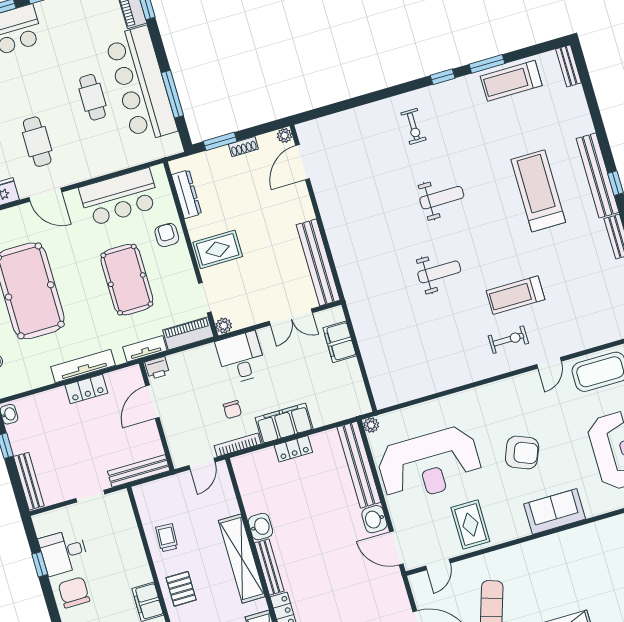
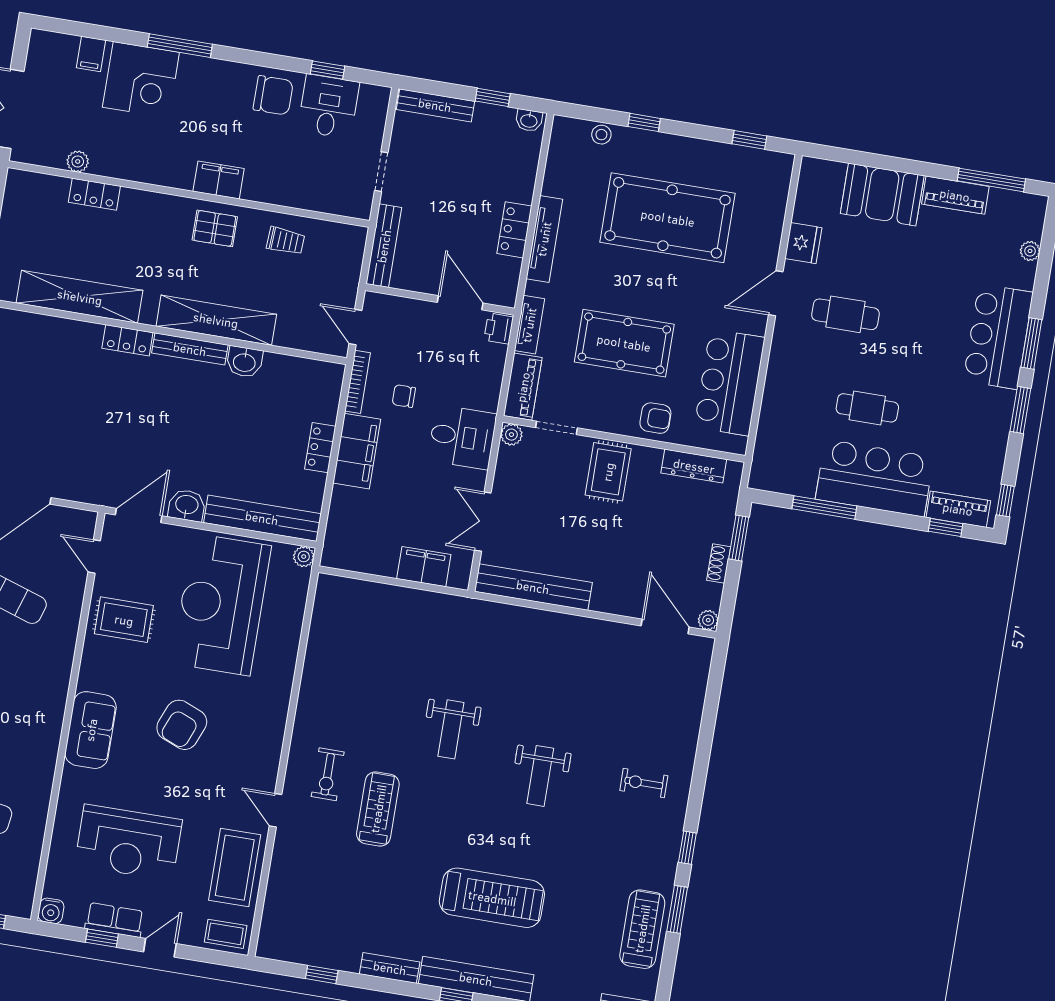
bar counter: (141, 84) -> (875, 478), width x0.73

